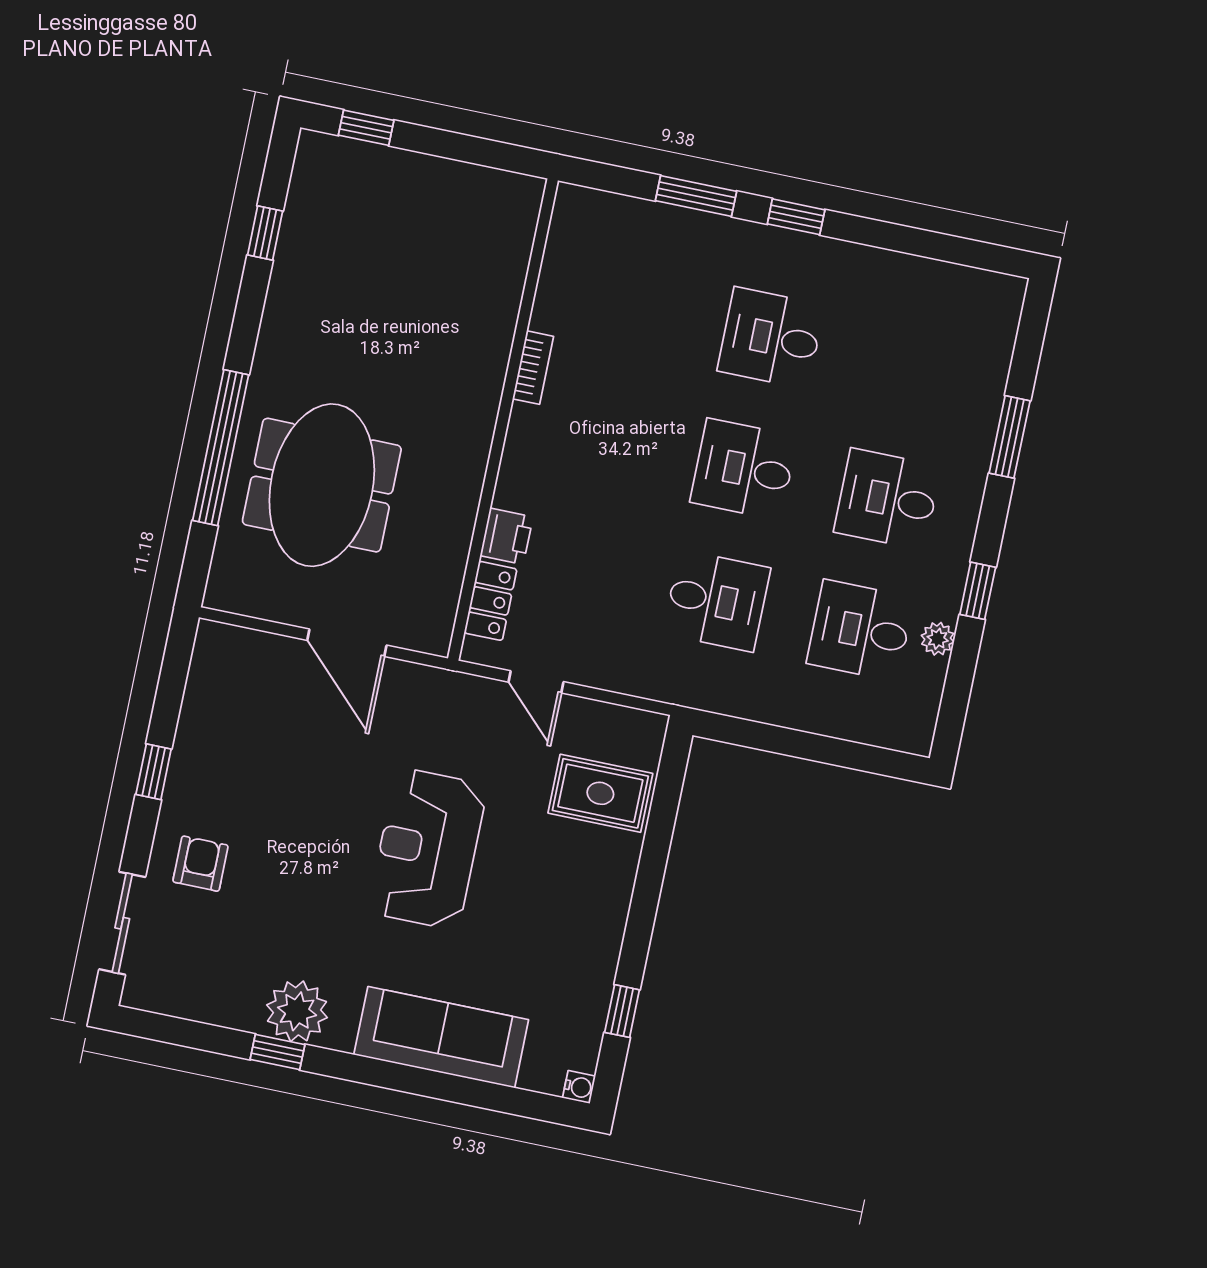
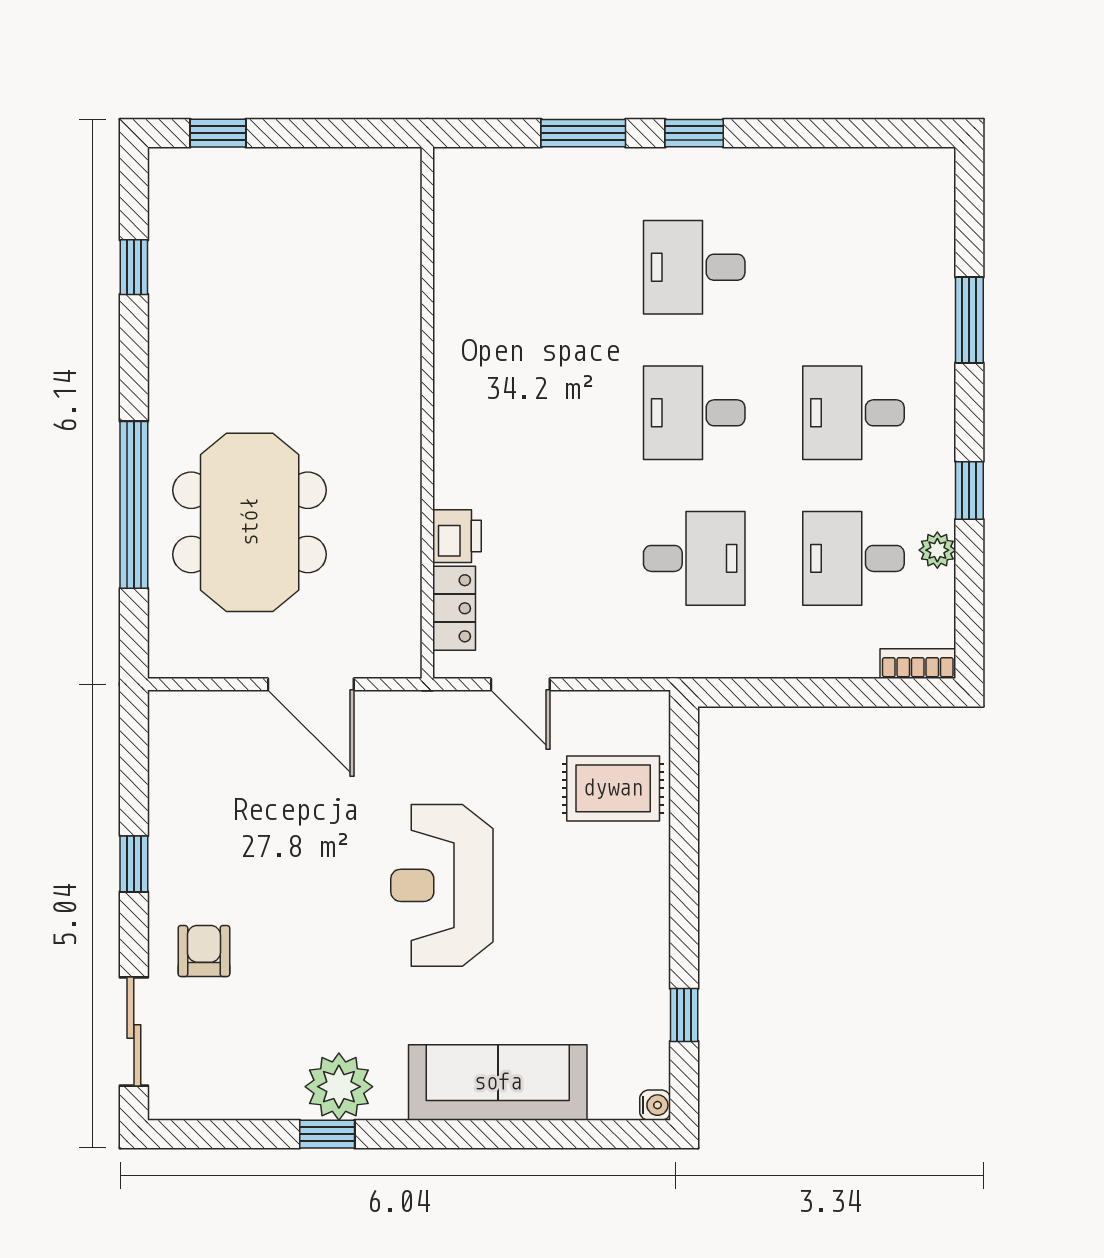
bookcase: (533, 368) -> (918, 664), moved, turned -90

